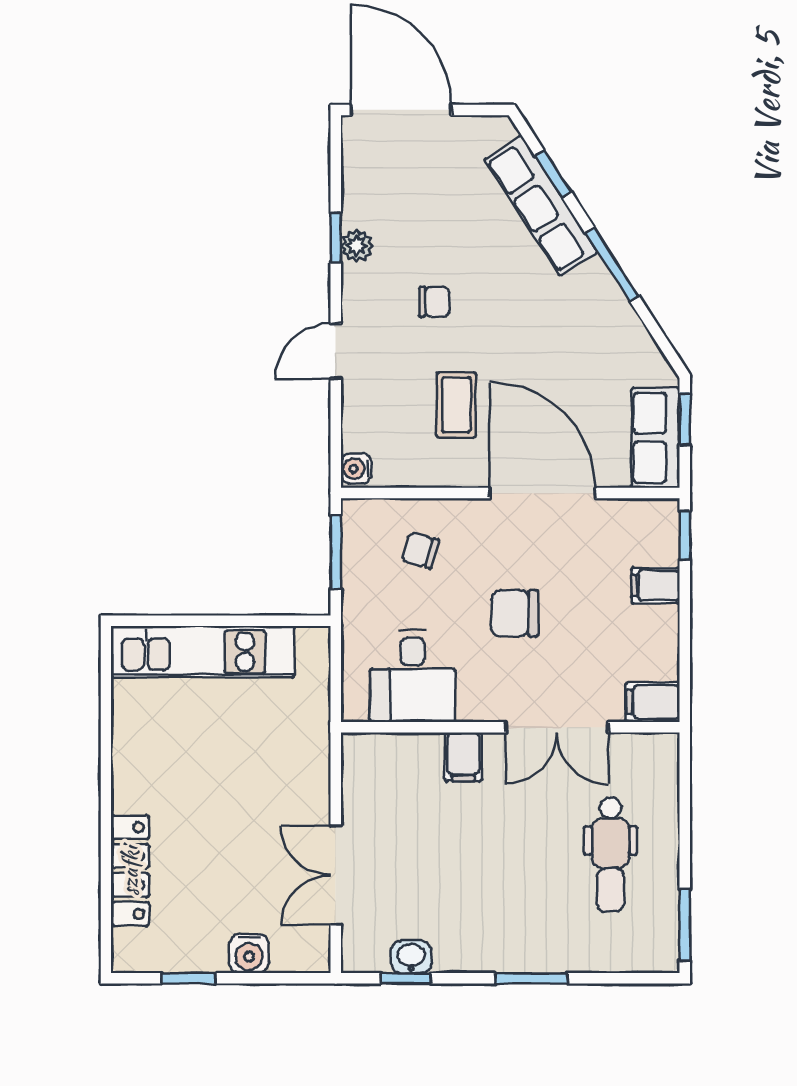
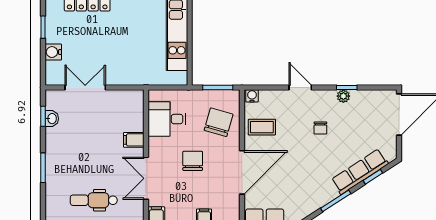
coffee table: (456, 405) -> (262, 127), moved
chair: (420, 550) -> (219, 122), width x1.87, depth x1.87

